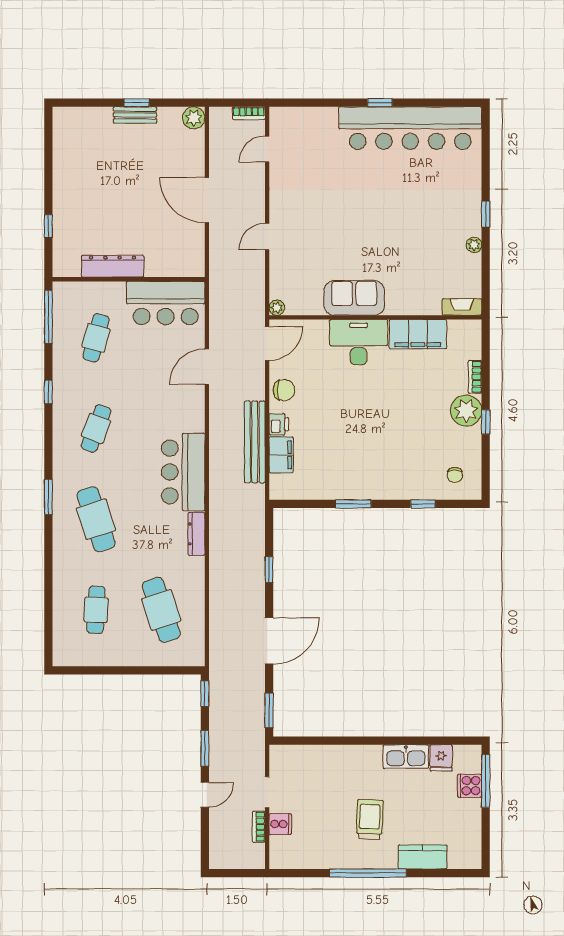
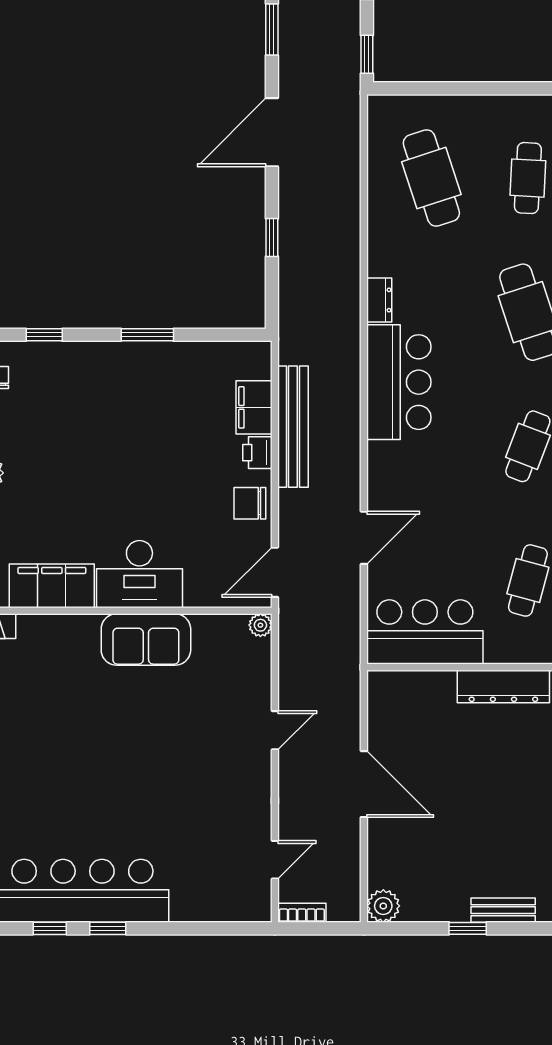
window: (419, 103) -> (50, 928), added
bench: (135, 115) -> (503, 910), moved
dresser: (196, 534) -> (379, 300), width x0.70

